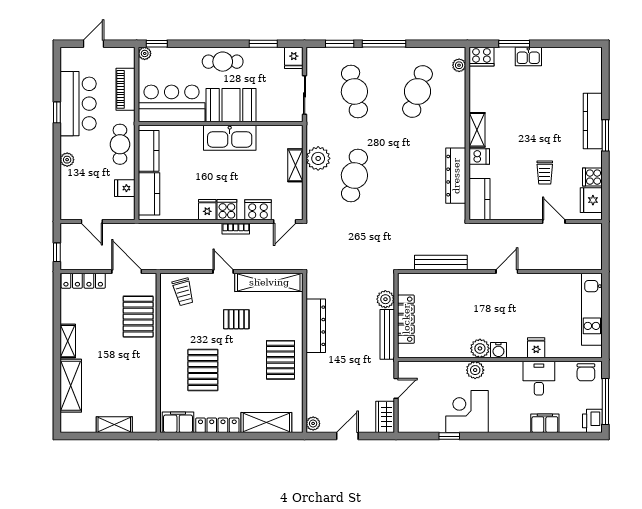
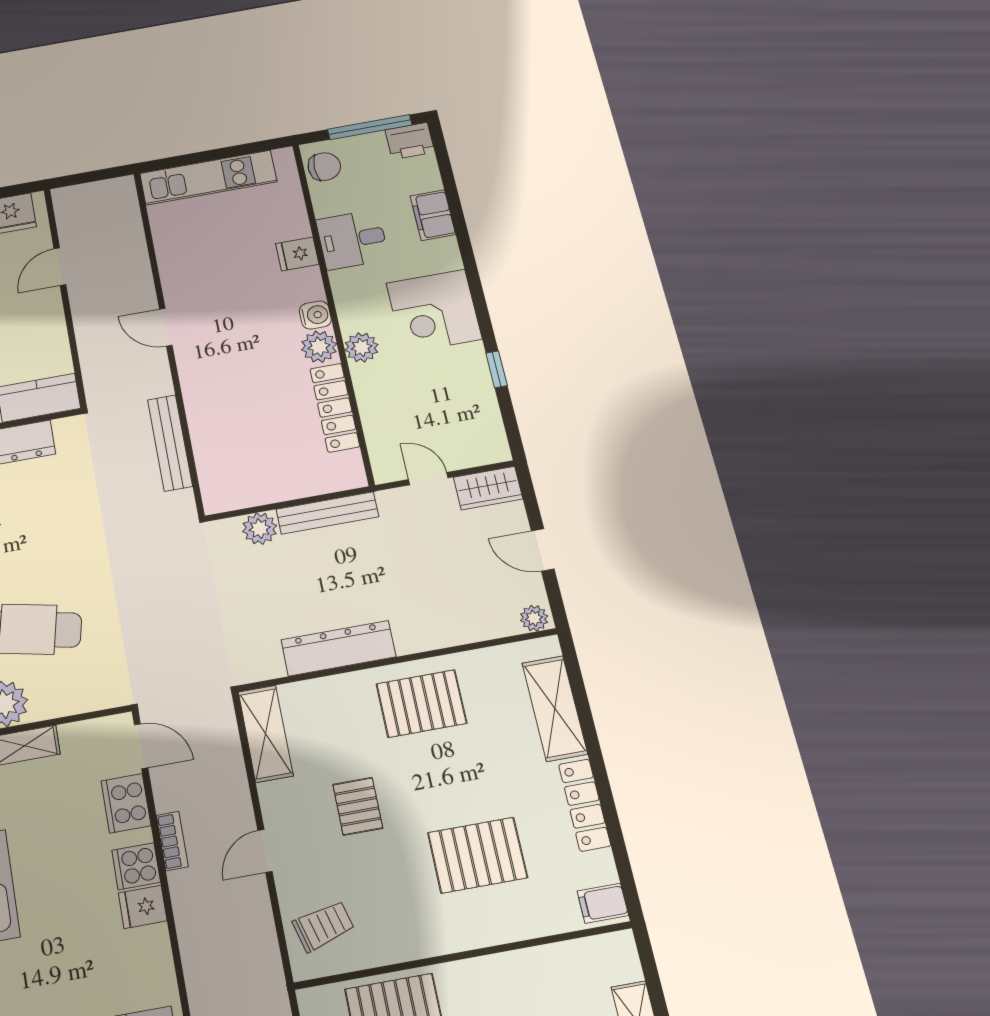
shelving: (269, 282) -> (266, 734), width x0.68
locker: (406, 319) -> (335, 408), moved, turned -90
corner desk: (467, 412) -> (434, 311), moved
filing cabinet: (178, 422) -> (603, 903), width x0.50

